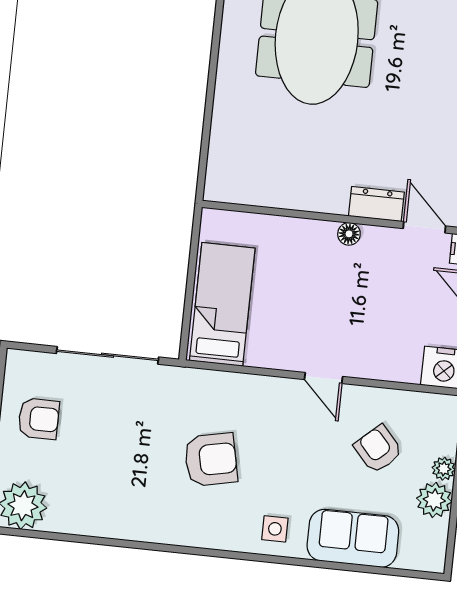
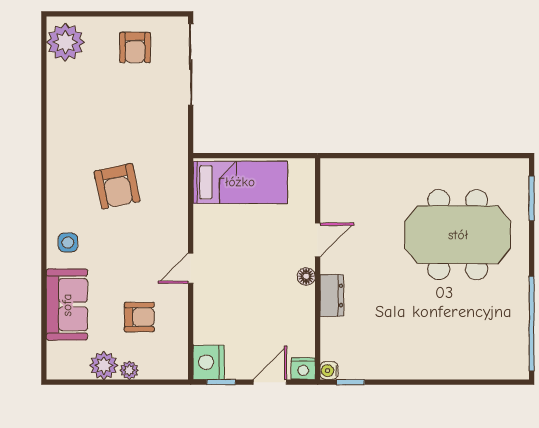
door: (424, 227) -> (318, 240), moved
sliding door: (107, 355) -> (191, 64), moved
armchair: (378, 449) -> (139, 317), turned 42

